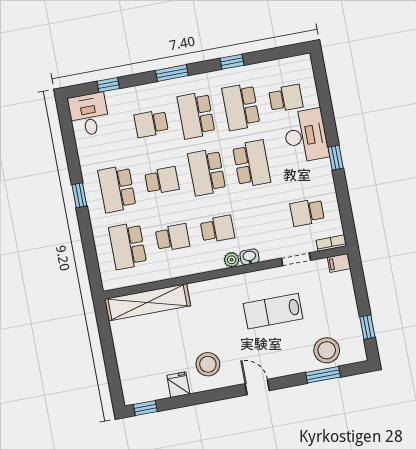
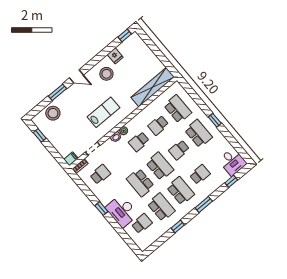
school desk: (286, 98) -> (142, 224), turned 180
lab bench: (273, 311) -> (103, 112), moved
window: (323, 375) -> (58, 92), moved

